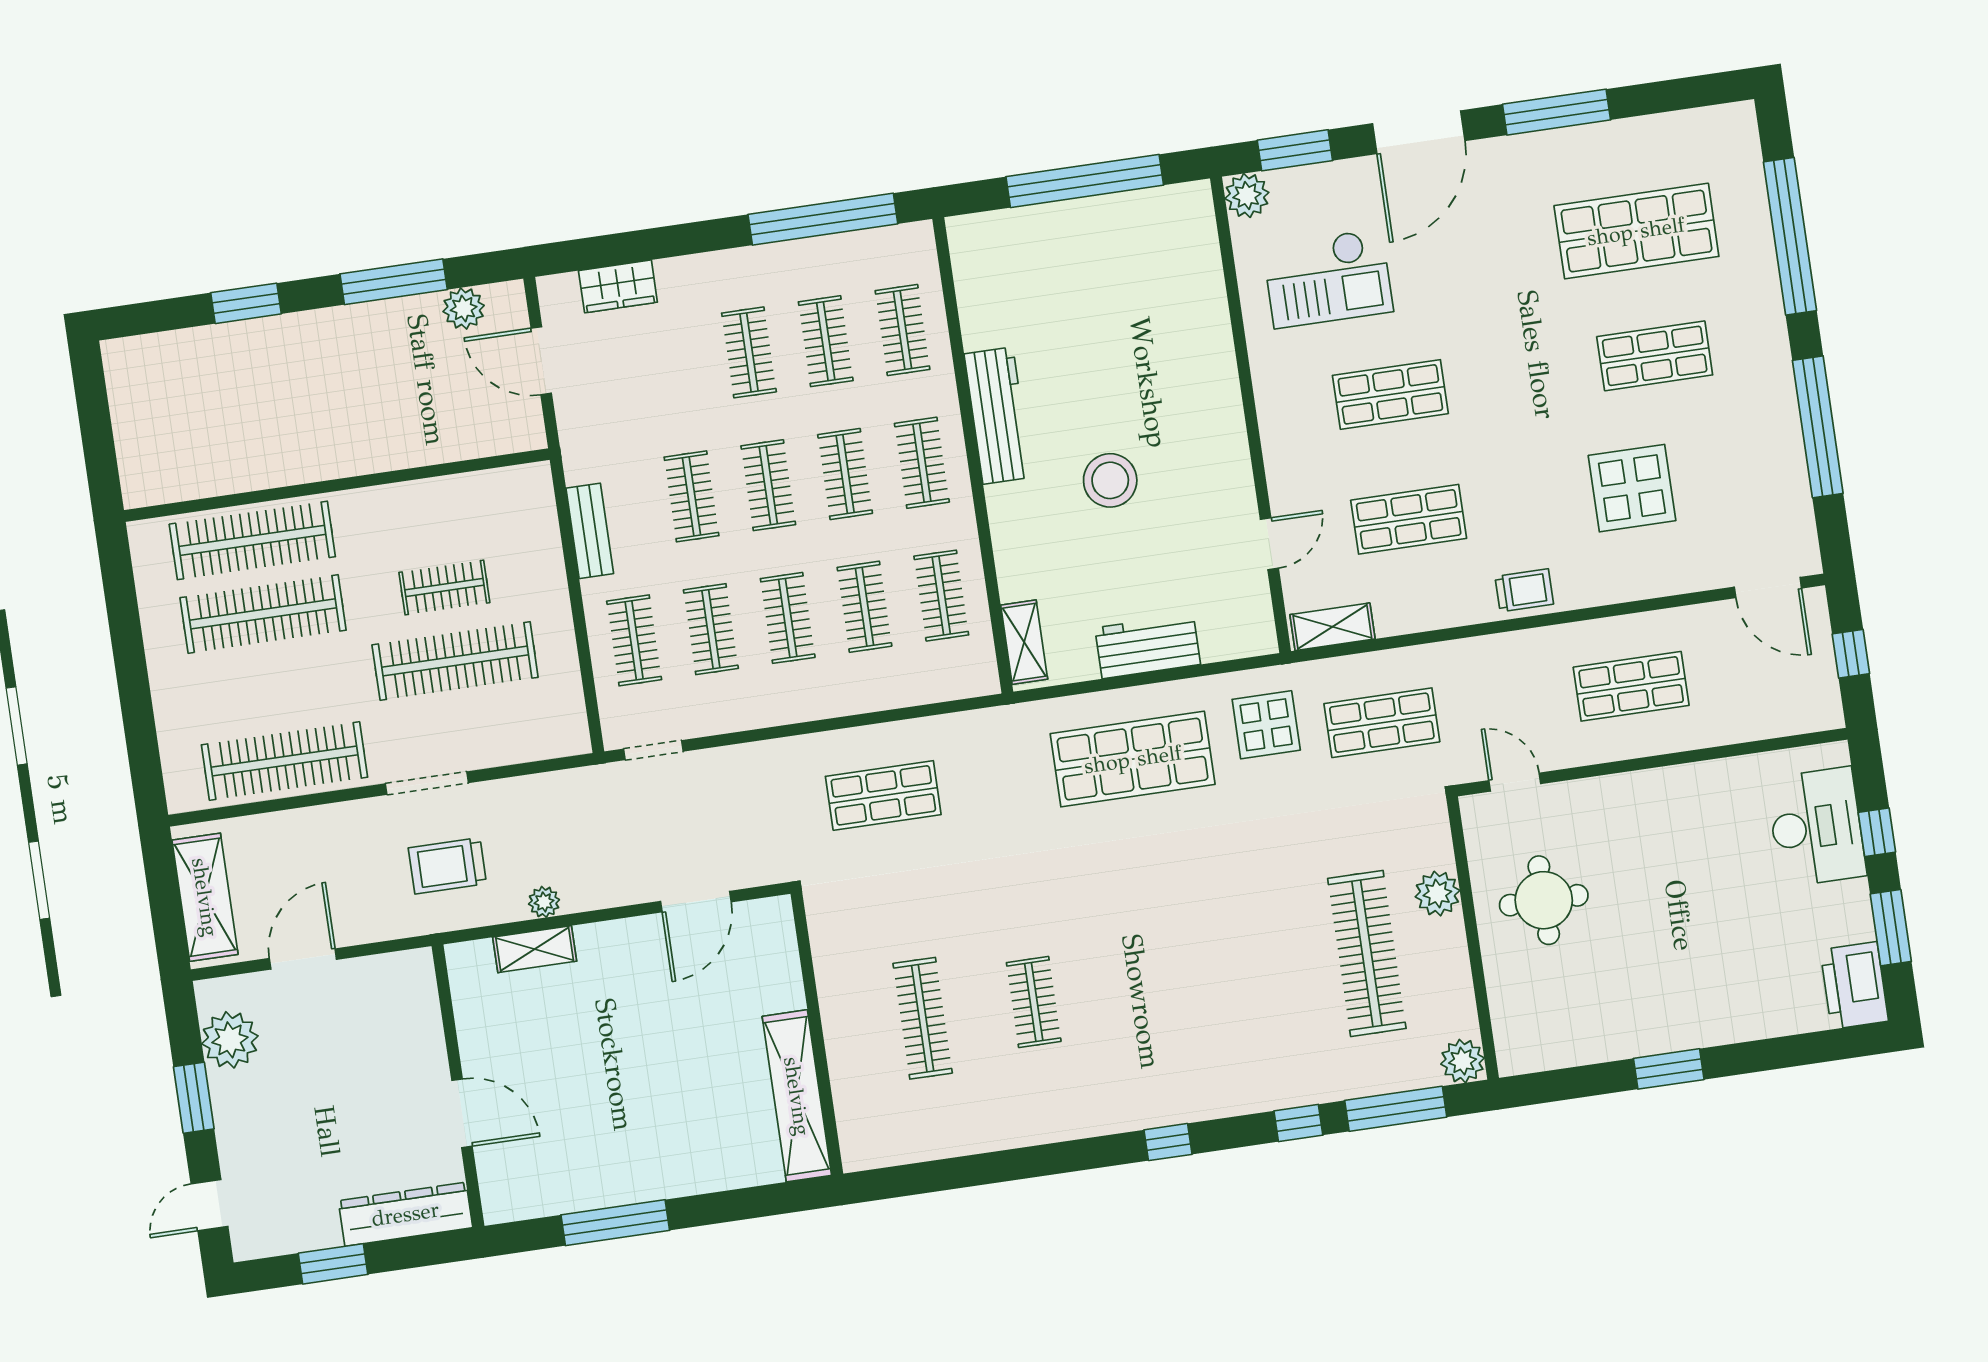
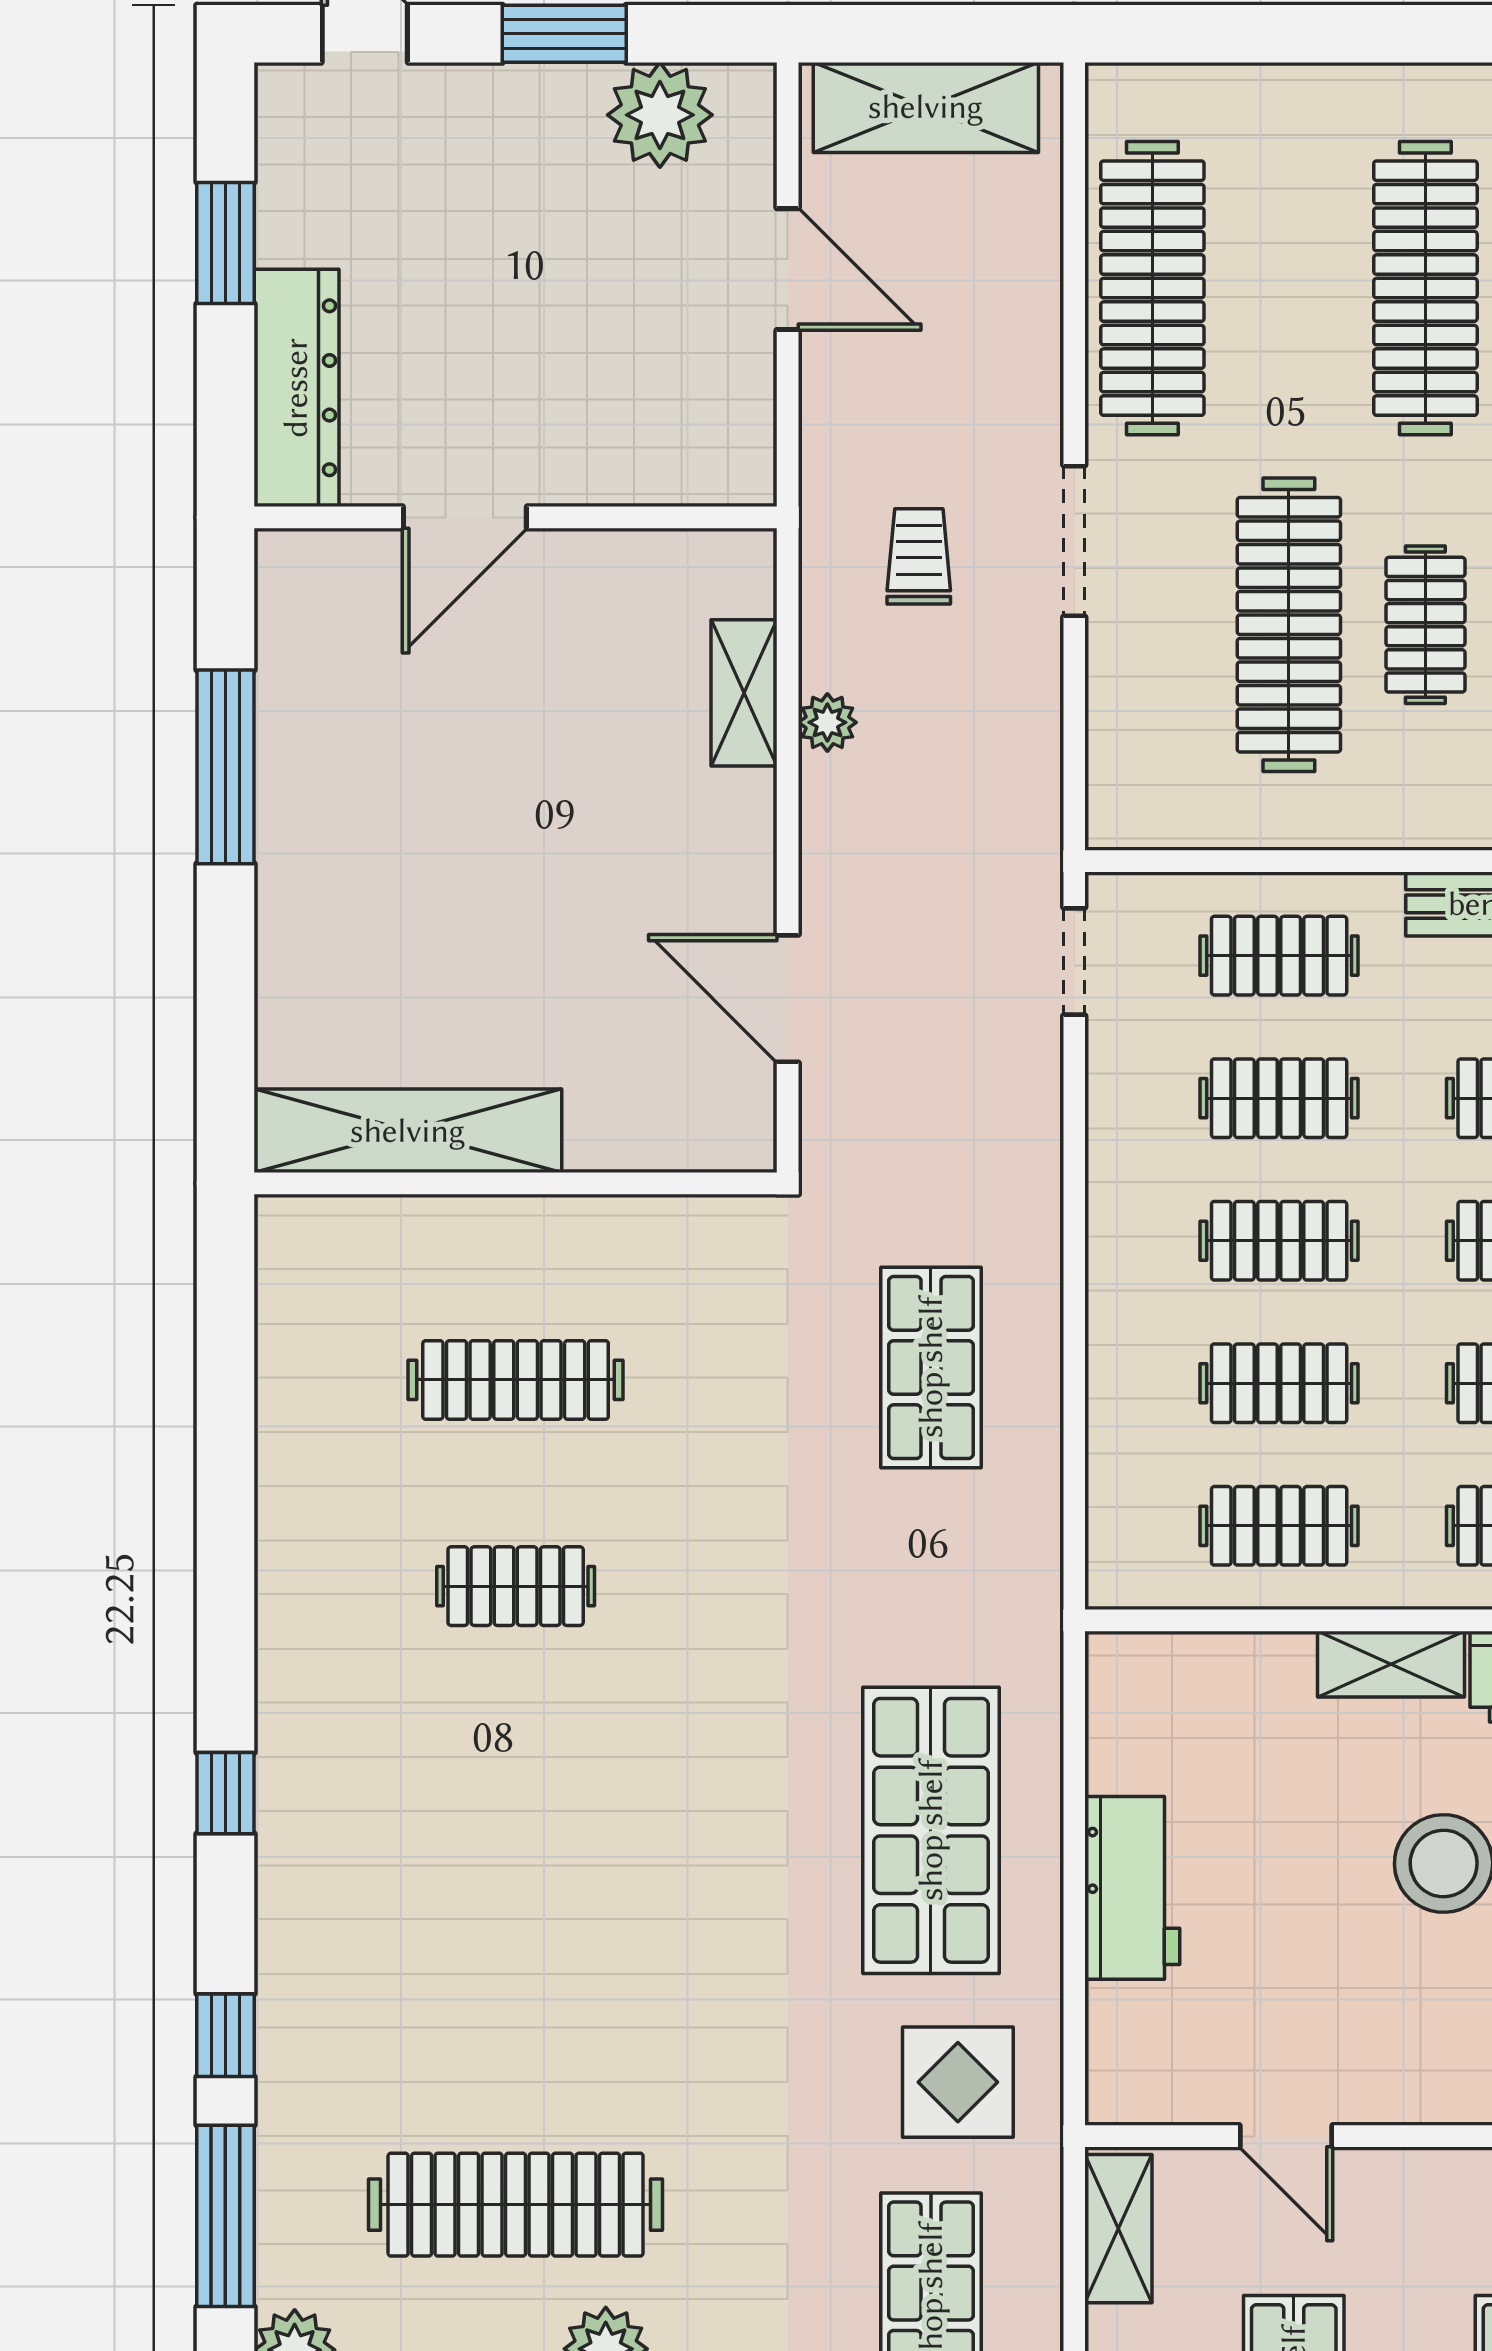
shelving: (1024, 642) -> (1391, 1664), moved
trolley: (447, 866) -> (919, 556), width x0.73, depth x0.72

